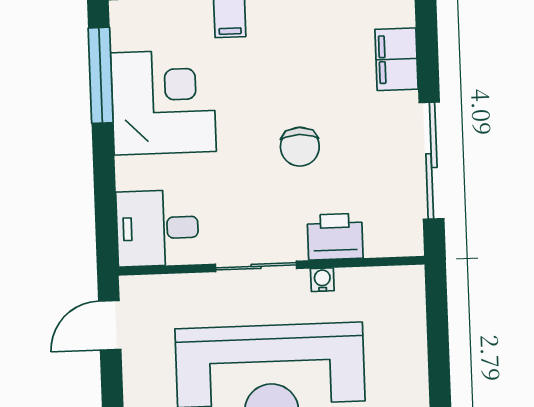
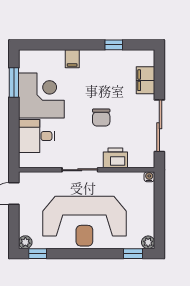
window: (101, 75) -> (14, 83), width x0.69
desk: (157, 228) -> (37, 136), moved
water cooler: (322, 280) -> (149, 177), moved

